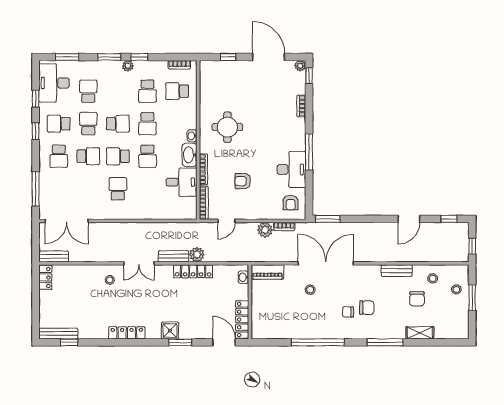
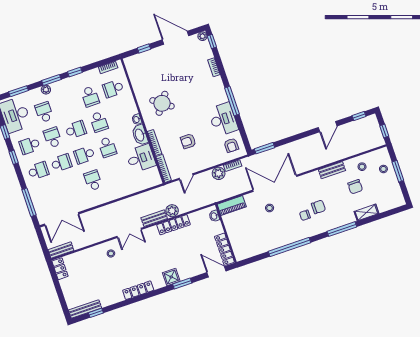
plant: (128, 66) -> (46, 90), moved
round table: (227, 127) -> (162, 103), turned 36
school desk: (59, 156) -> (38, 171), turned -90

